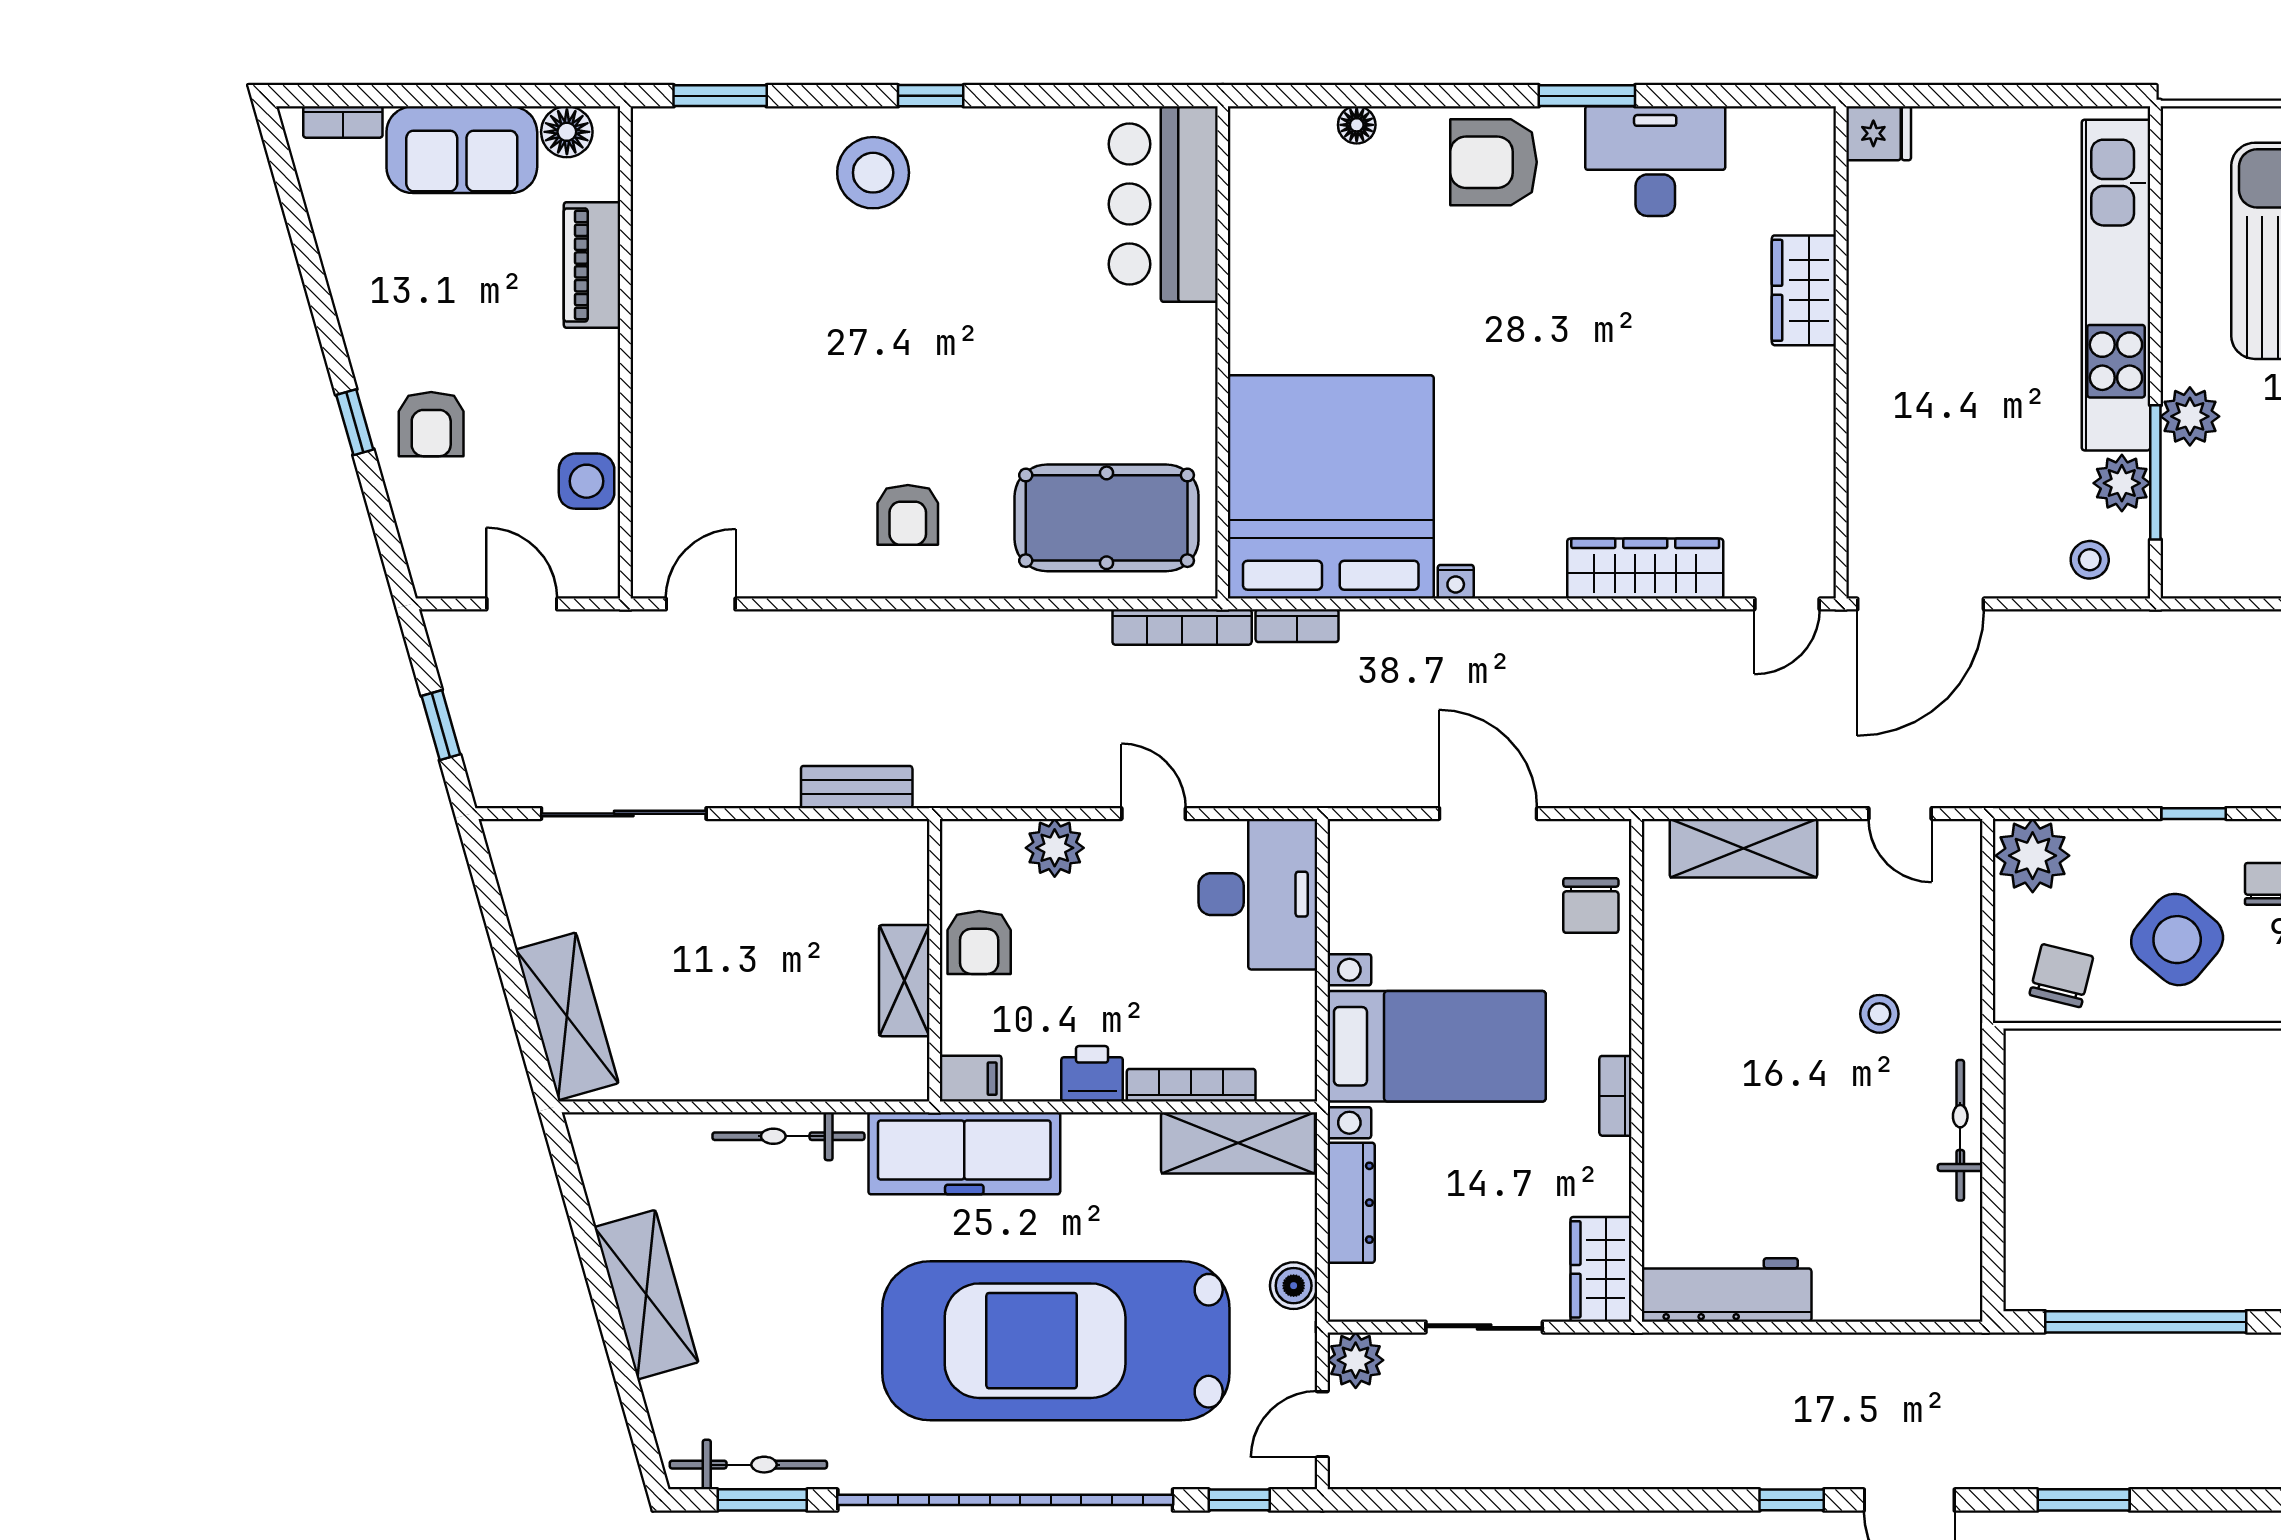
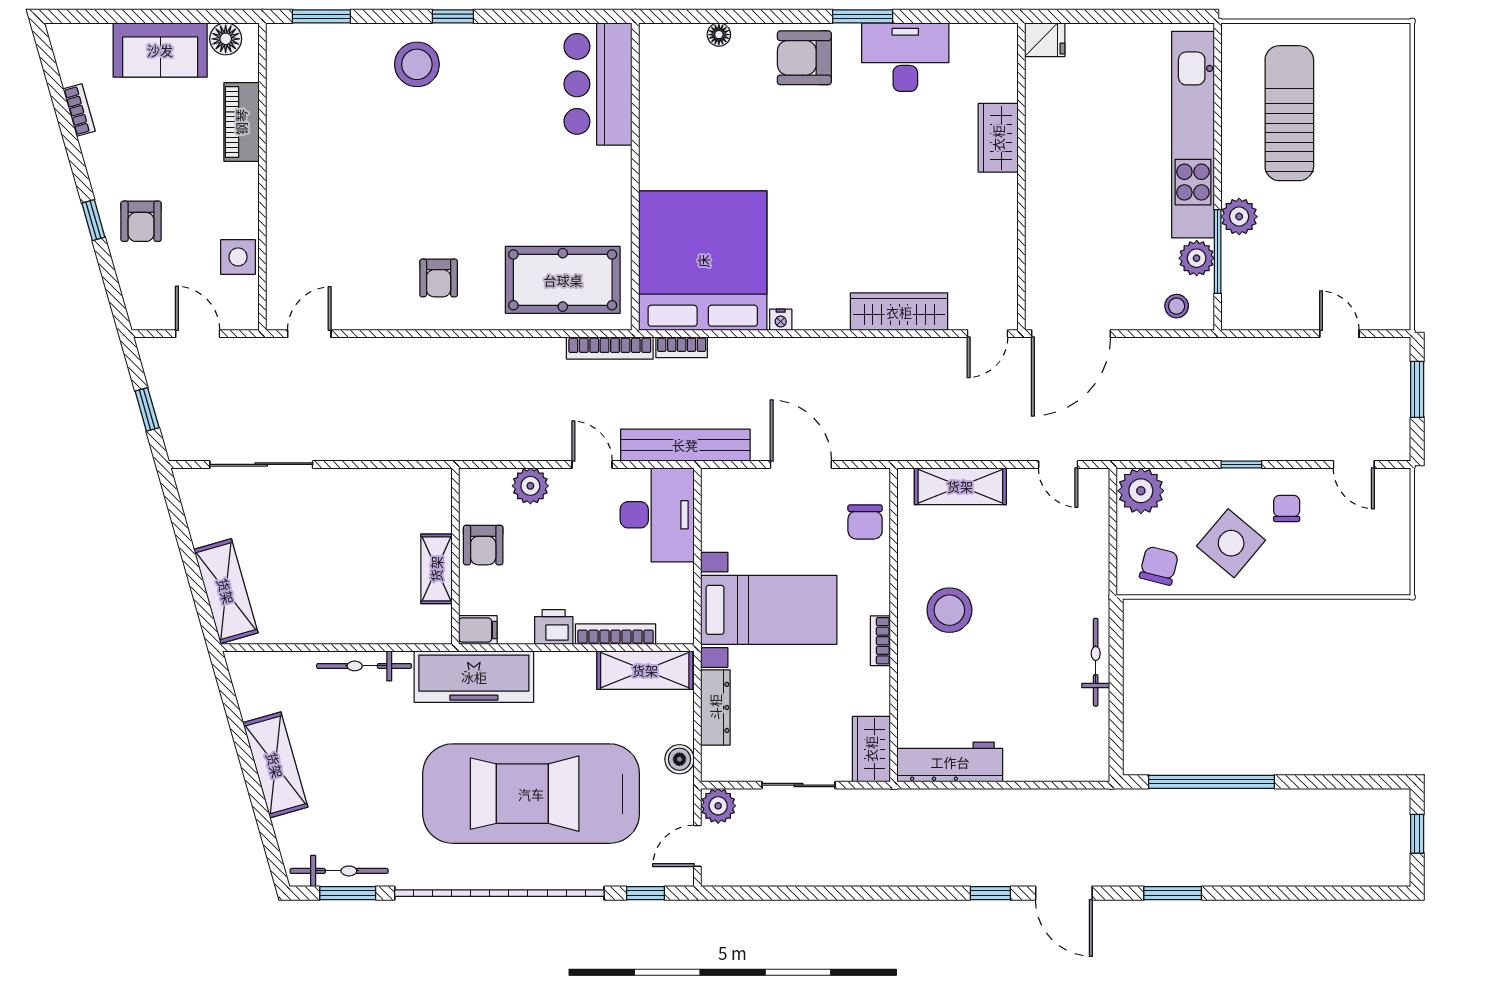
bookcase: (343, 122) -> (79, 110), moved, turned -106
bench: (857, 787) -> (685, 445), moved, width x1.86, depth x1.21
stool: (1879, 1014) -> (949, 610), moved, width x1.89, depth x1.89

